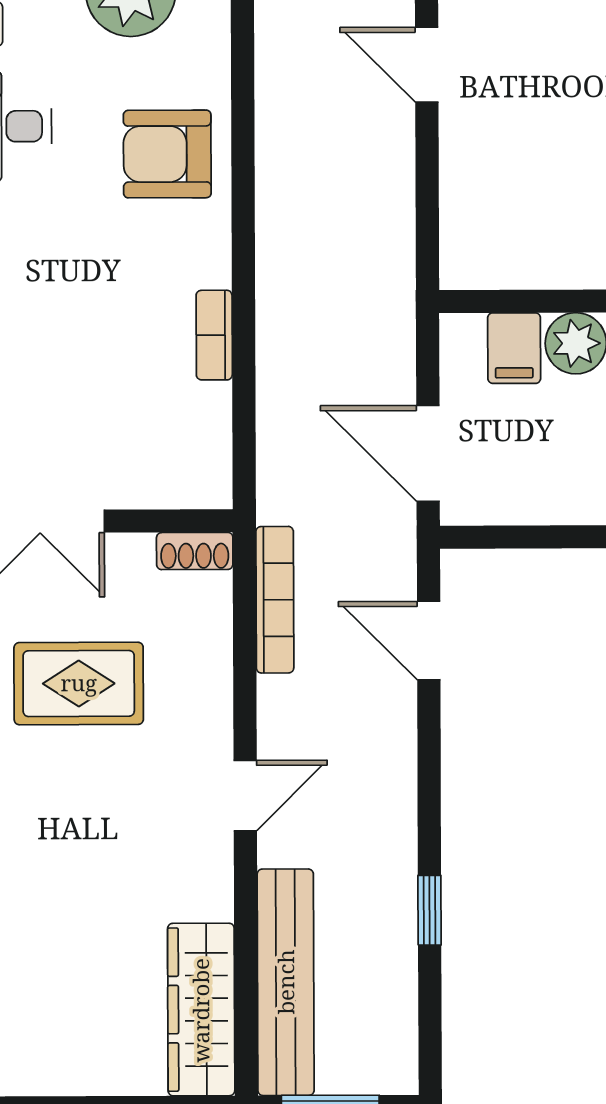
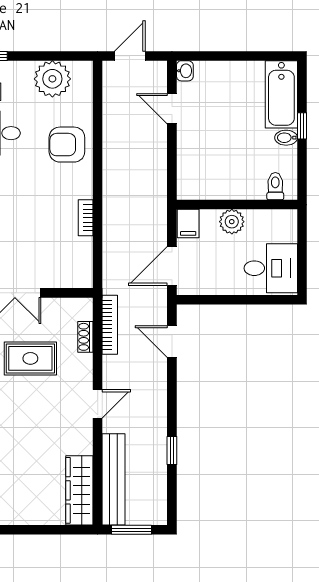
filing cabinet: (514, 348) -> (188, 223), moved
door: (428, 453) -> (172, 266), hinge flipped
shoe rack: (195, 551) -> (85, 337), moved, turned 90

